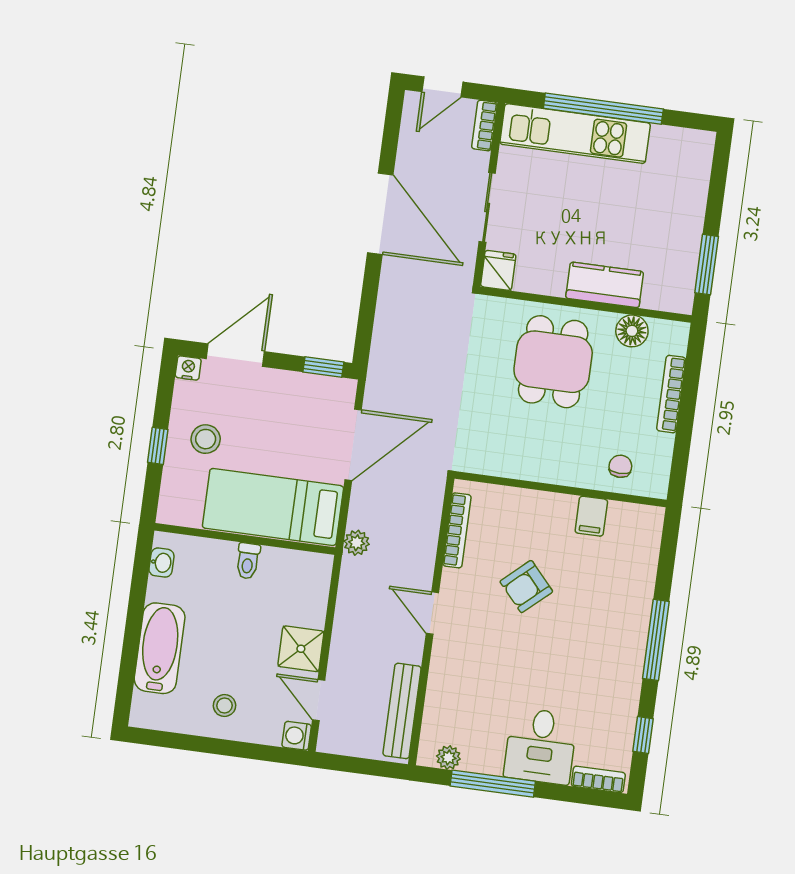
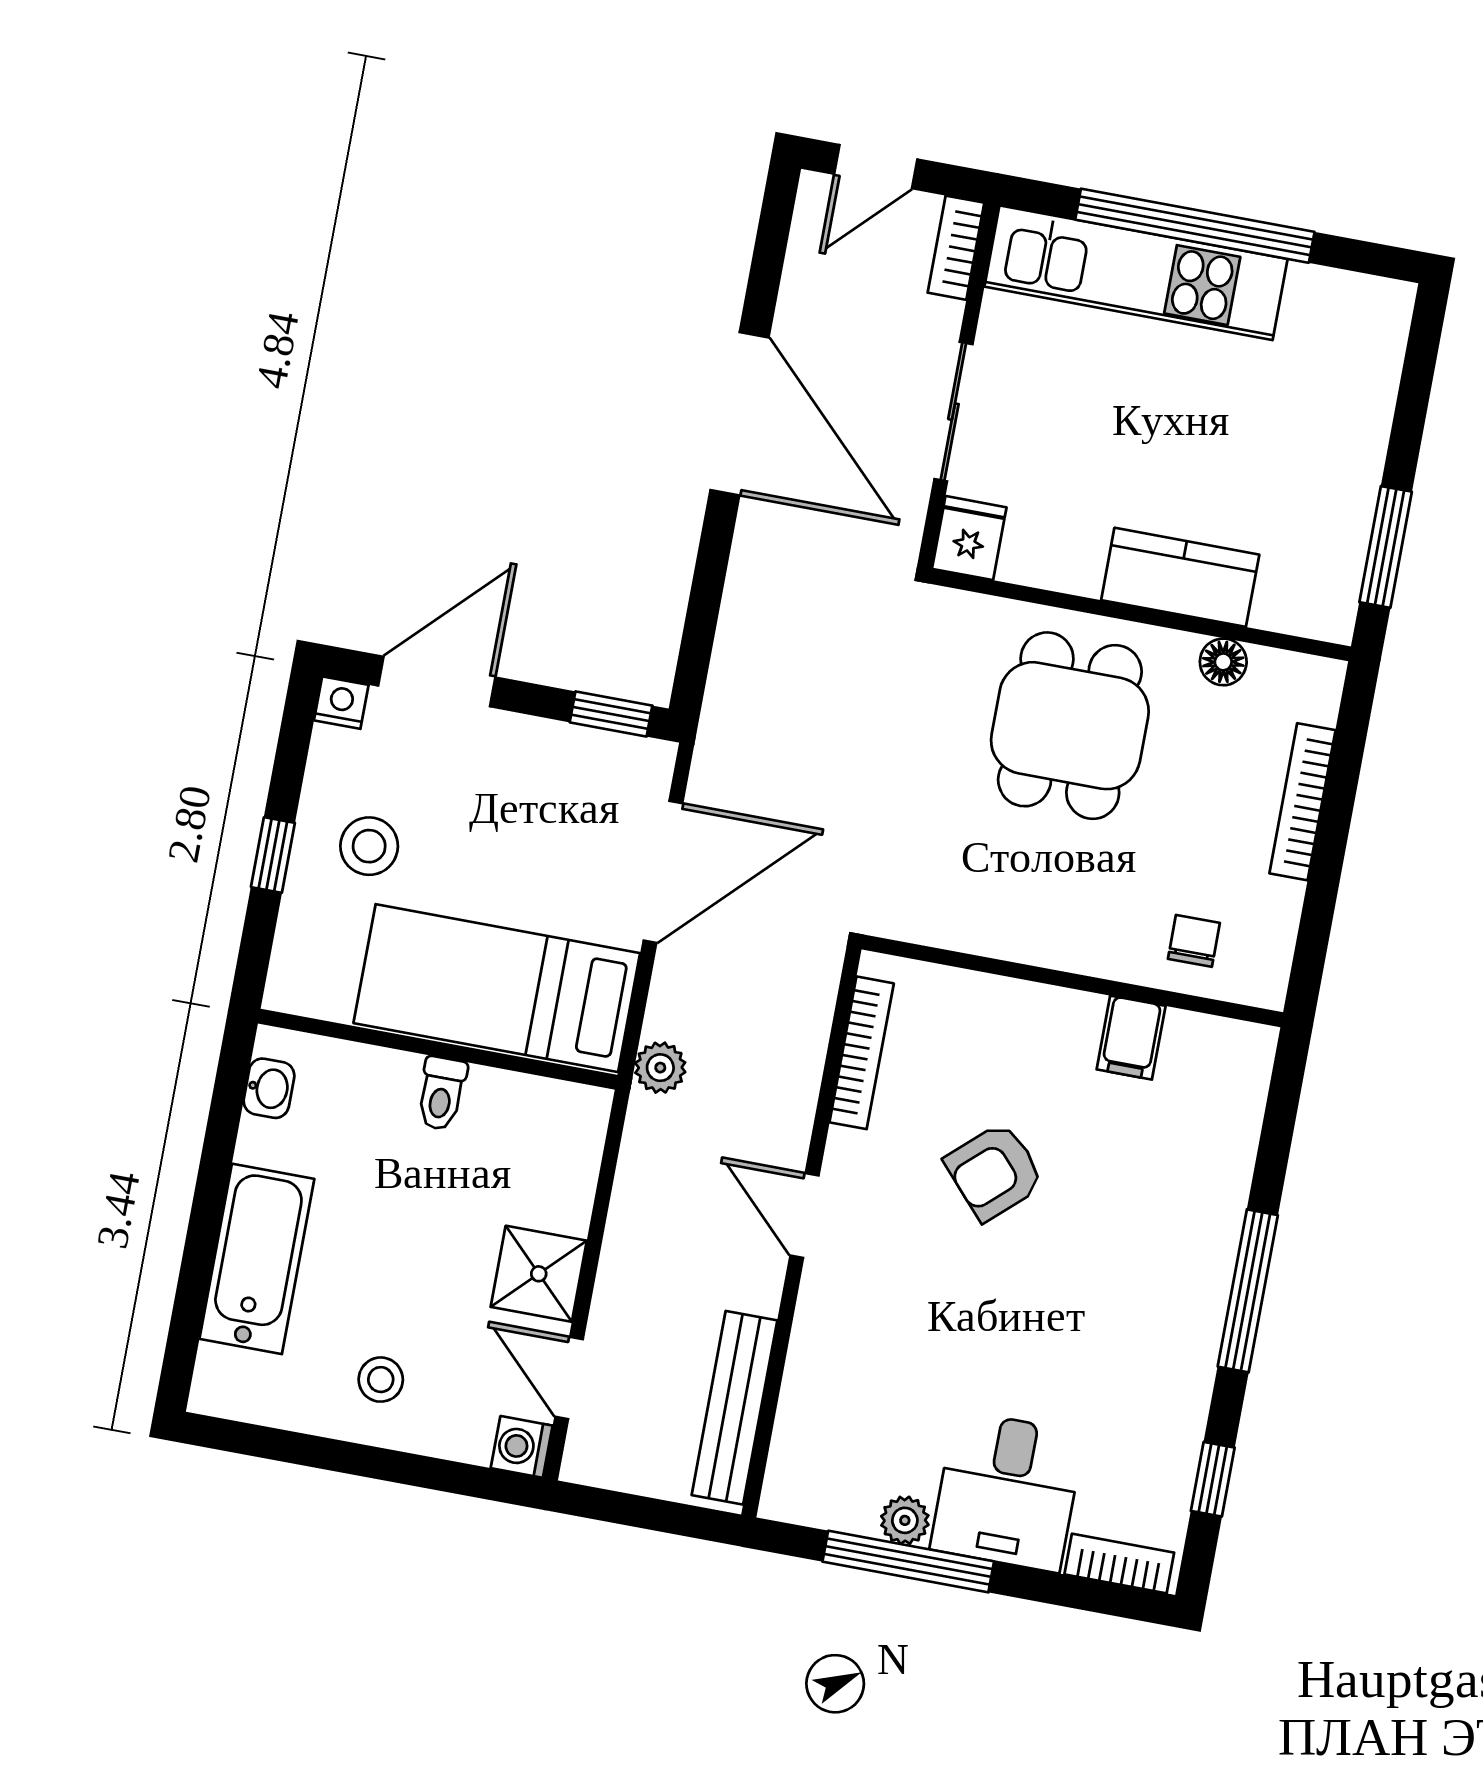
floor lamp: (632, 331) -> (1223, 662), width x0.73, depth x0.73
plant: (448, 758) -> (905, 1520), moved

